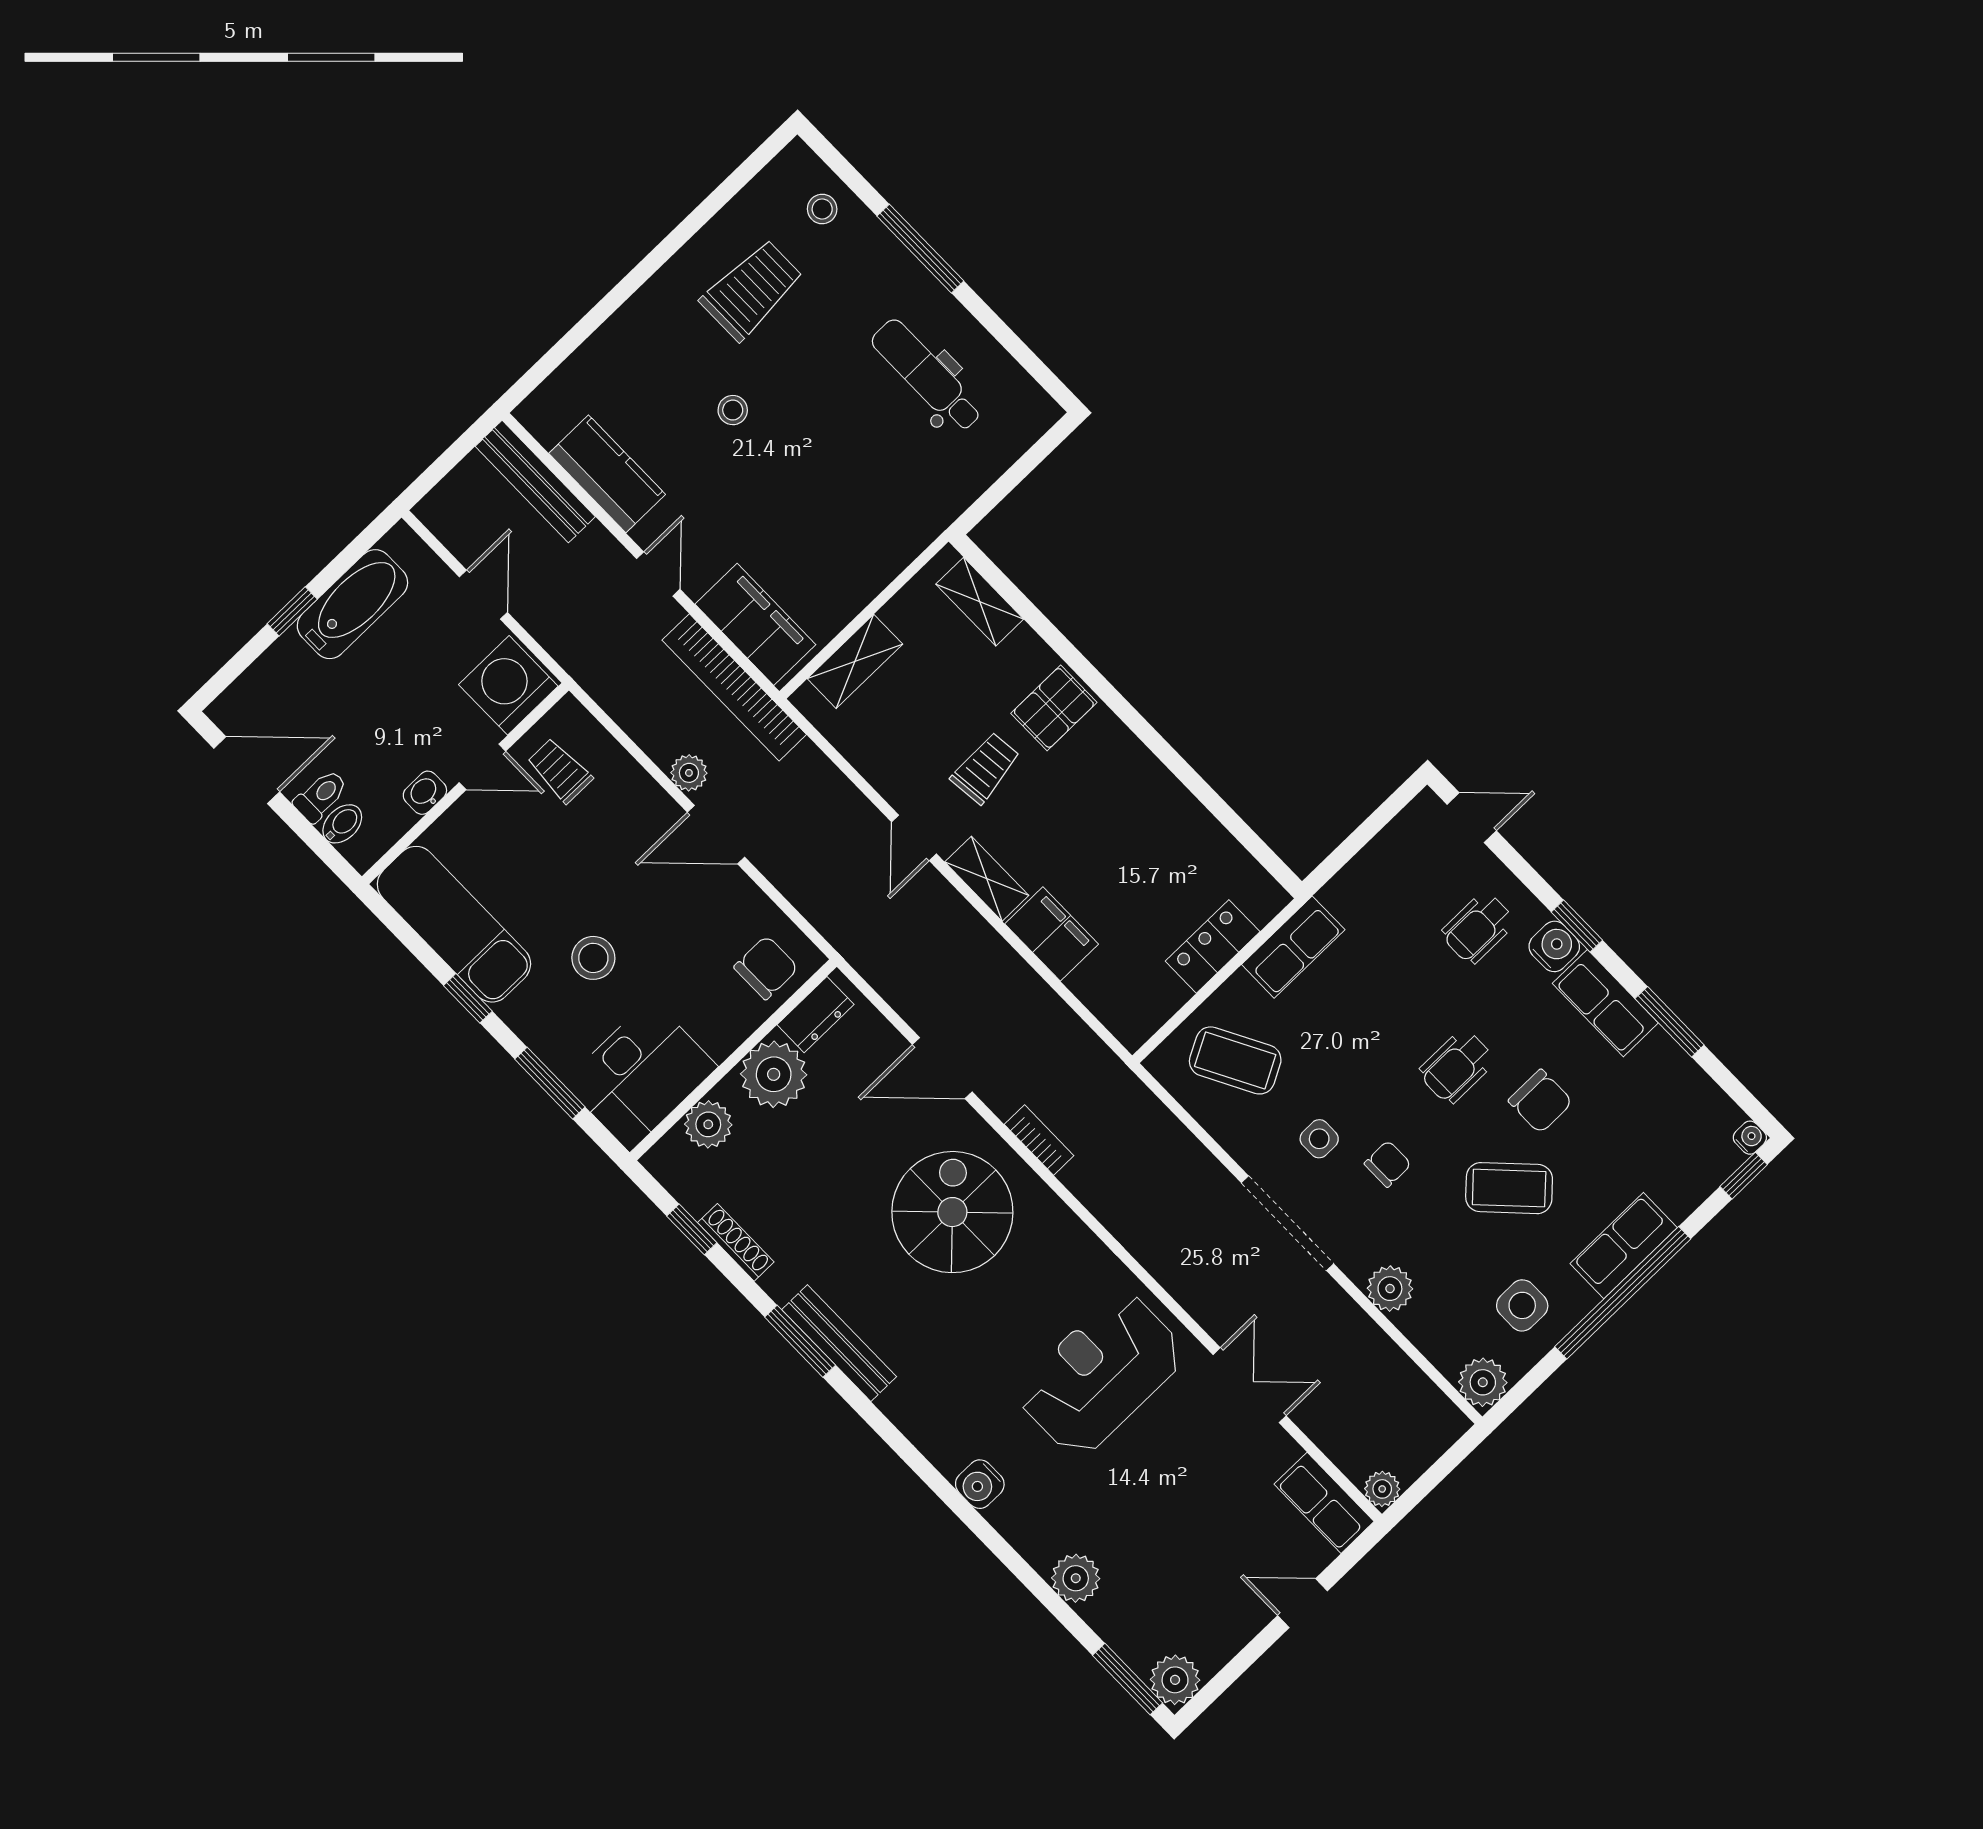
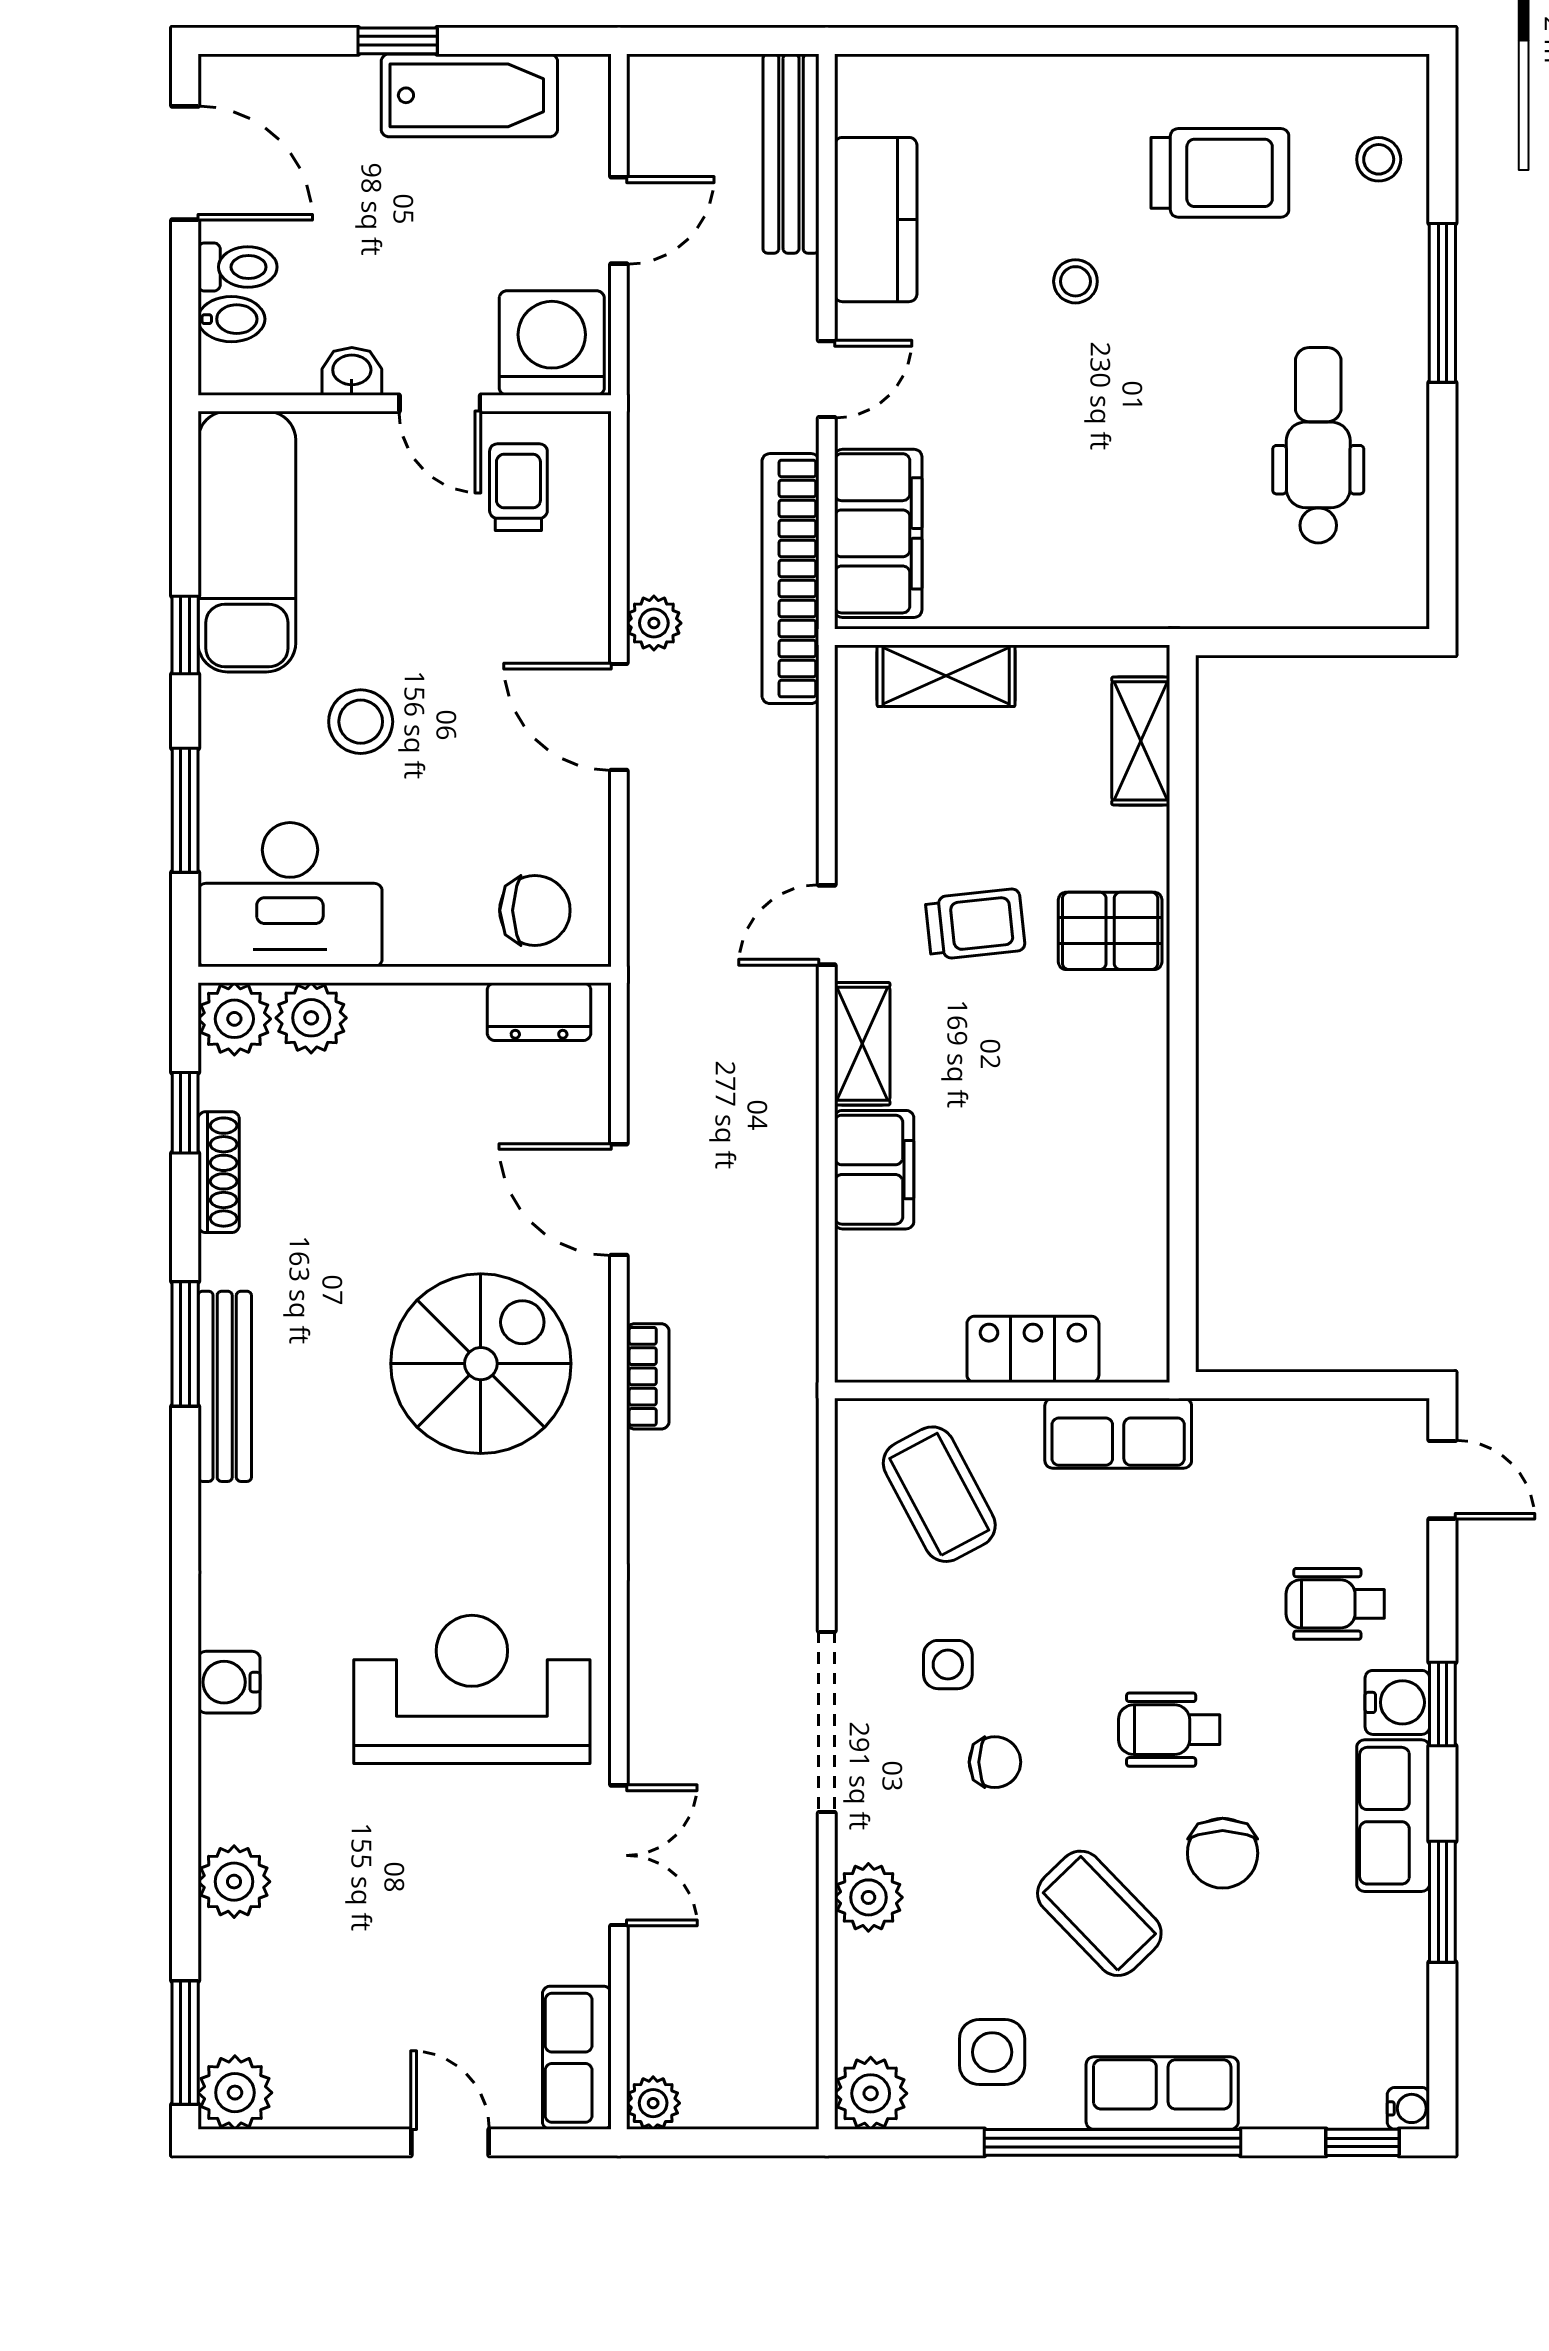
plant: (774, 1074) -> (234, 1019), moved, width x0.73, depth x0.73

